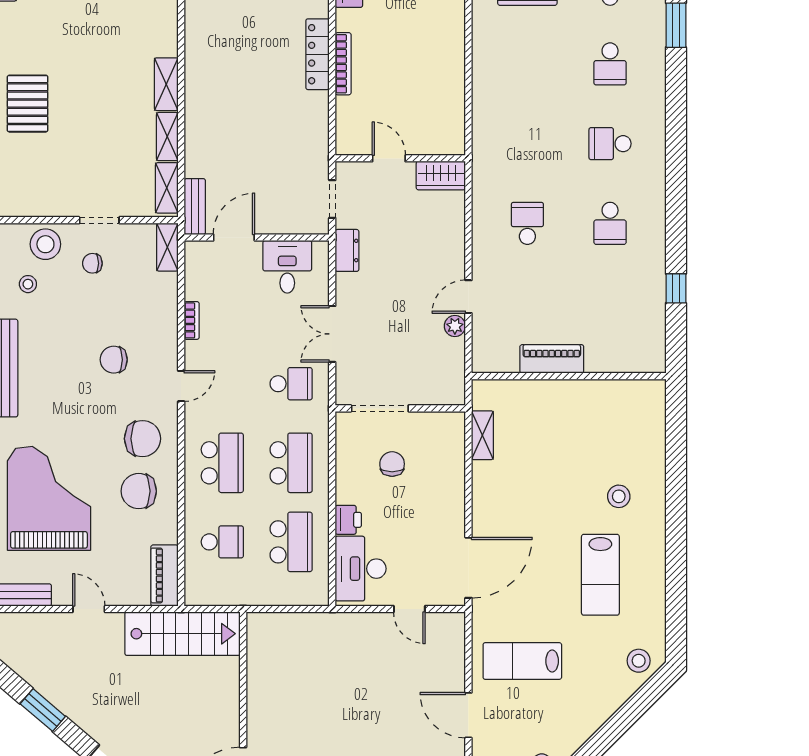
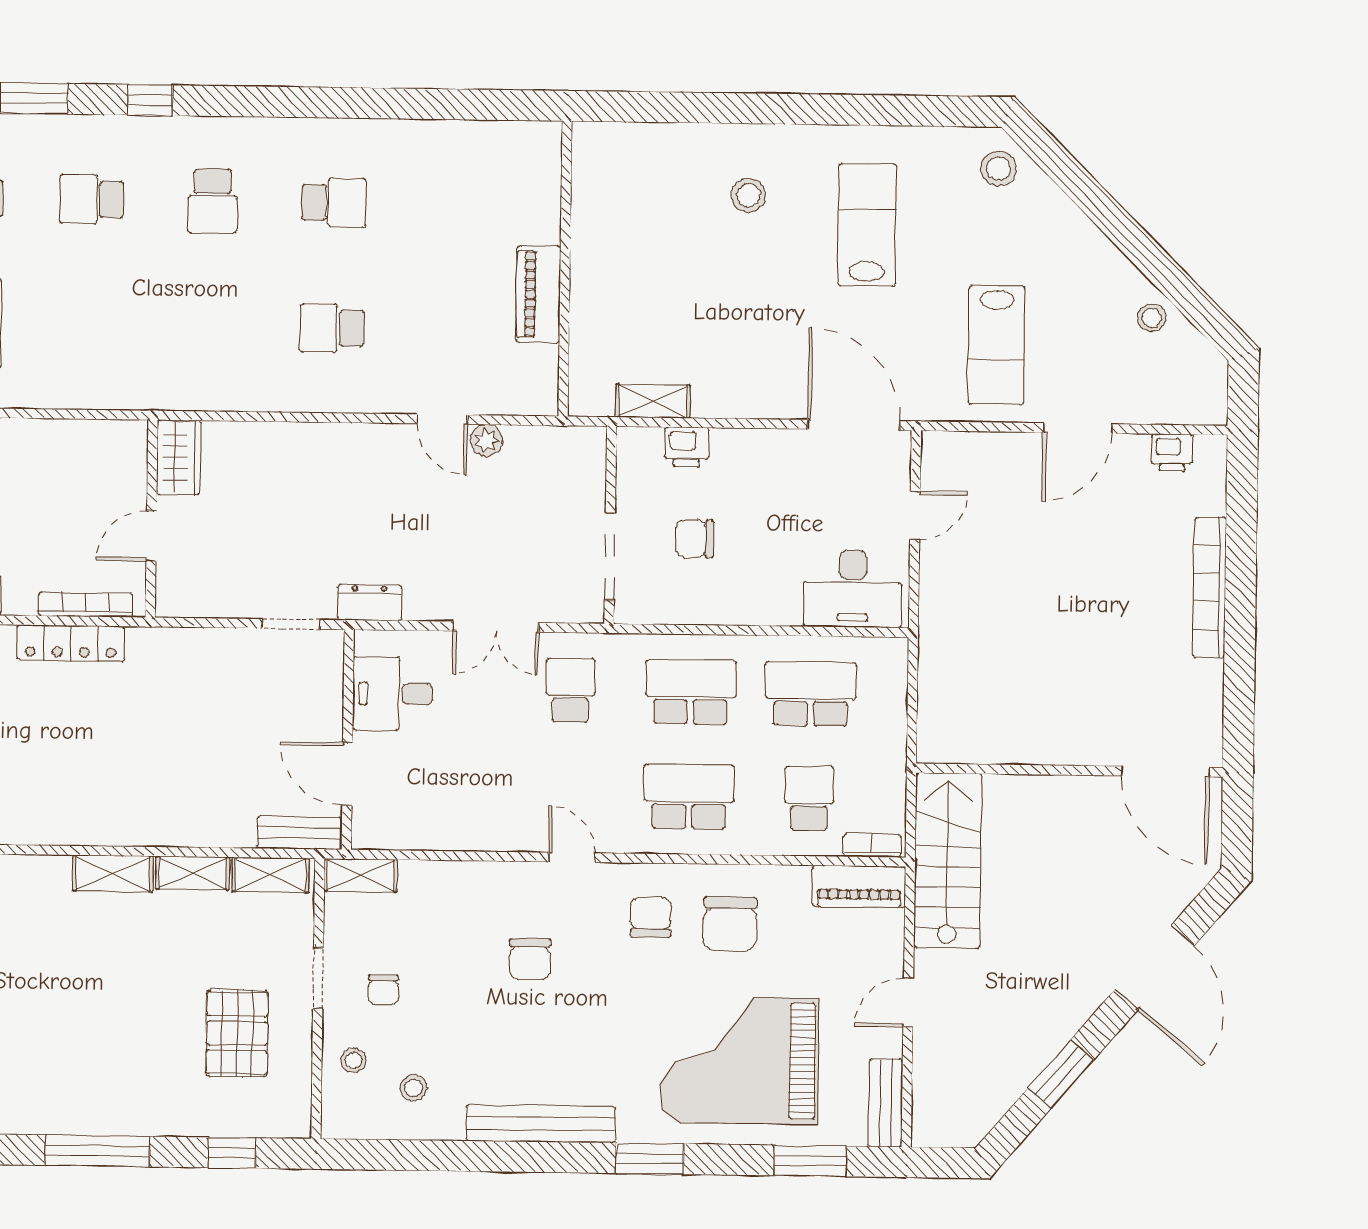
school desk: (610, 64) -> (92, 199), turned 180
pallet: (28, 104) -> (237, 1033), moved, turned 90
door: (389, 158) -> (151, 536), moved
wall: (400, 158) -> (152, 519), moved
wardrobe: (441, 176) -> (179, 457), moved
stool: (45, 244) -> (353, 1060), width x0.53, depth x0.53
window: (676, 288) -> (150, 100), moved
bookcase: (192, 320) -> (872, 846), moved
chair: (143, 439) -> (651, 917), width x0.73, depth x0.73
printer: (348, 520) -> (687, 447), moved, turned 180
lab bench: (600, 575) -> (867, 225), turned -90

